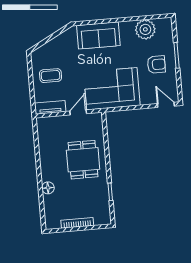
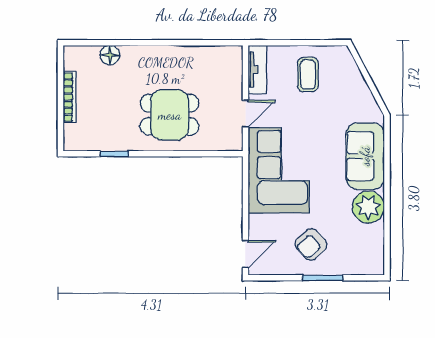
plant: (145, 29) -> (368, 207), moved
armchair: (156, 64) -> (311, 244), turned 48
door: (78, 112) -> (245, 114), hinge flipped
floor lamp: (48, 188) -> (110, 55), moved

